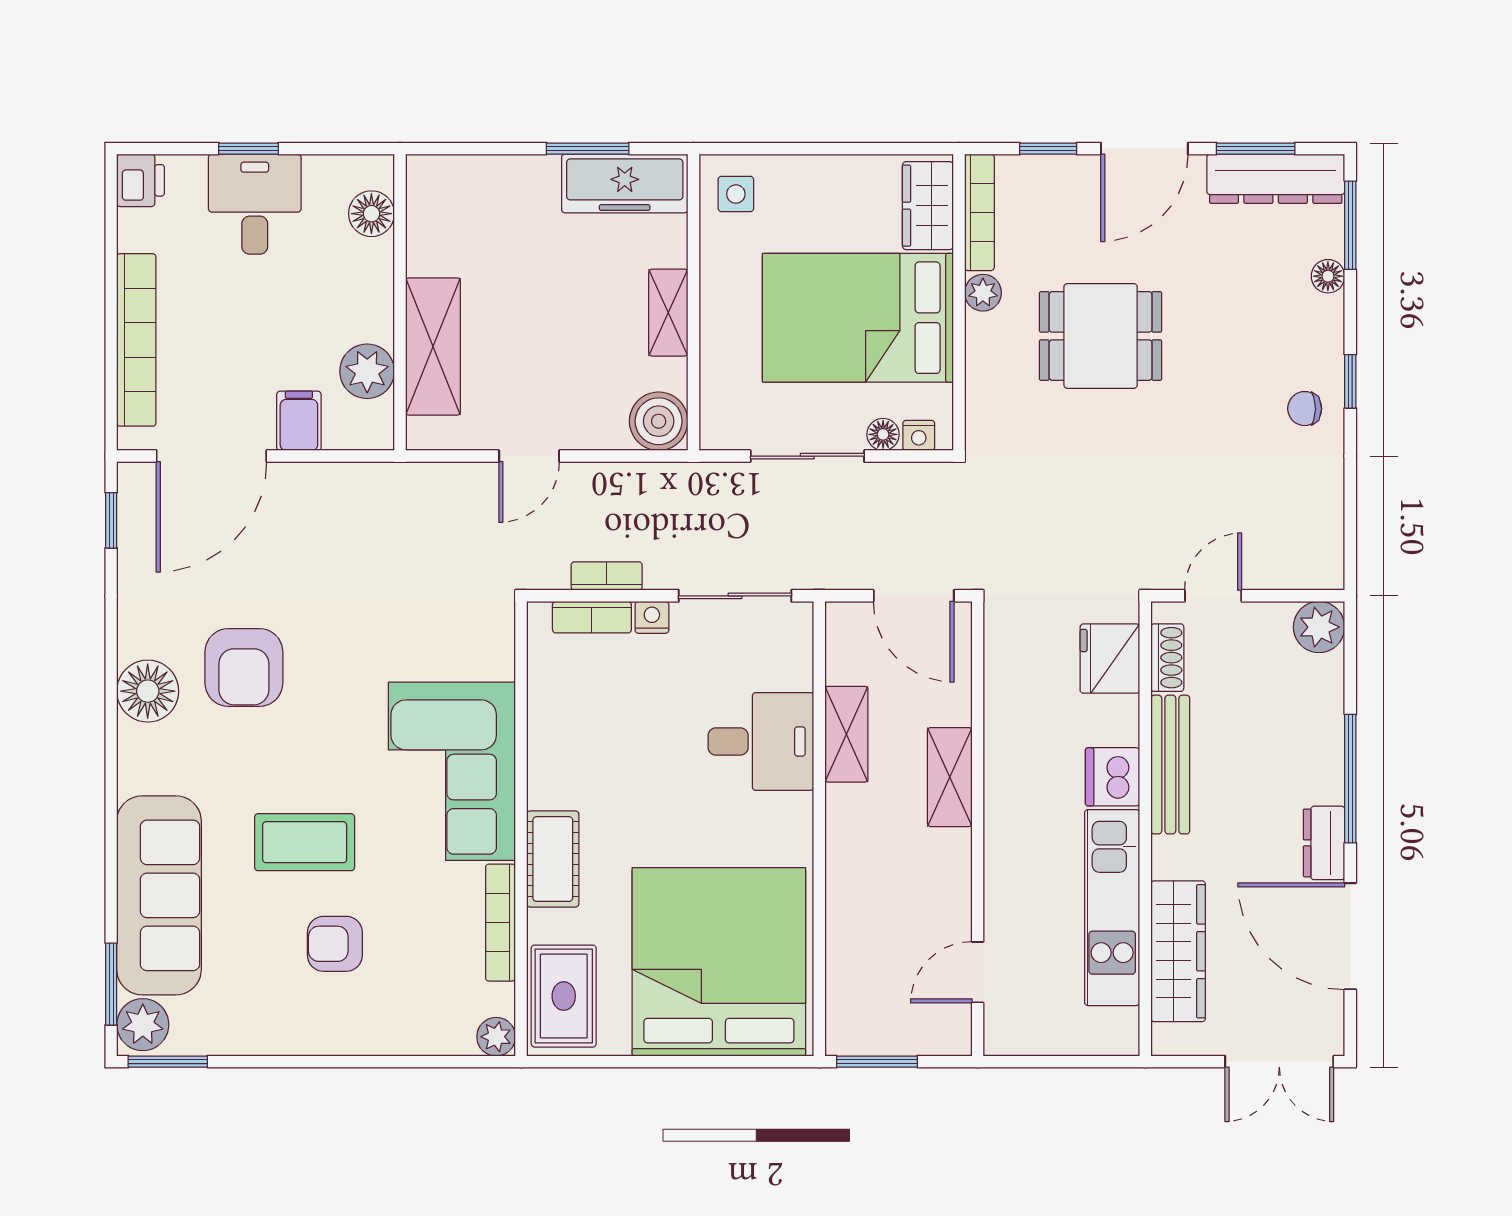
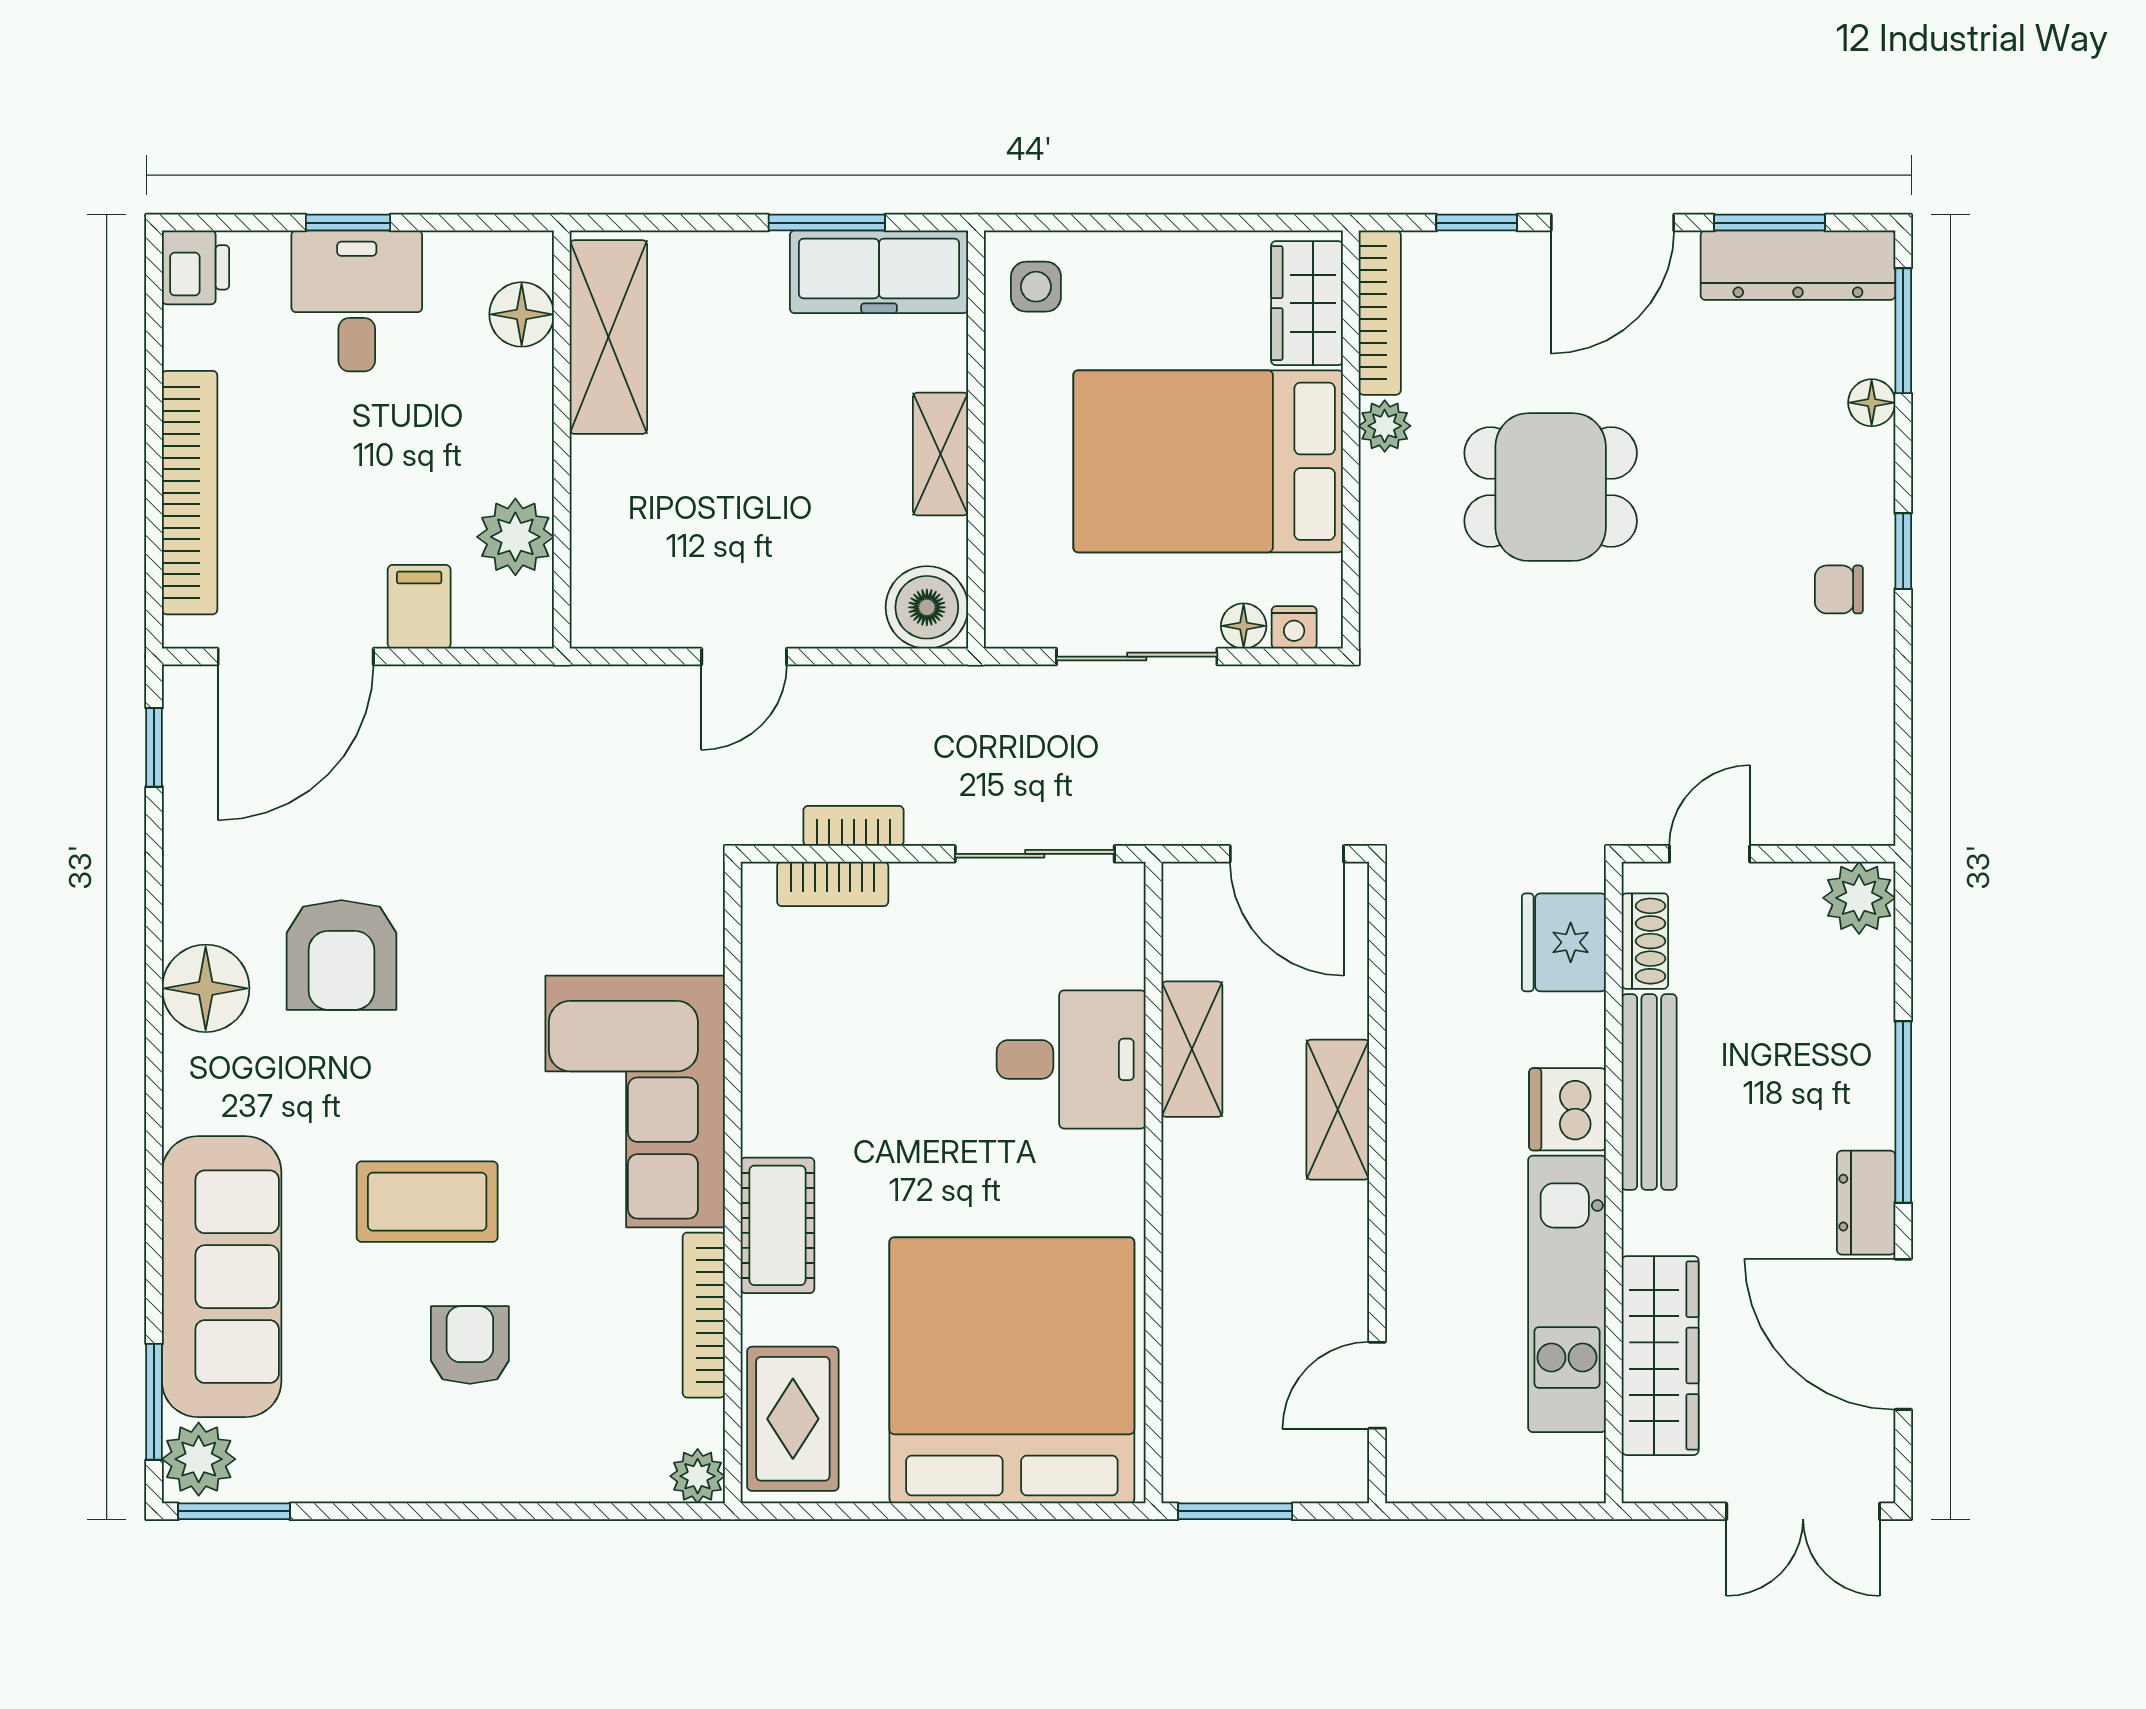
shelving: (433, 347) -> (608, 337), moved
nightstand: (652, 617) -> (917, 884), removed
armchair: (335, 944) -> (470, 1345), turned 90

